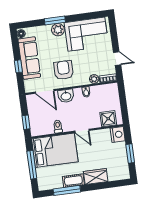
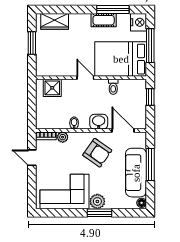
window: (18, 66) -> (150, 164), width x2.17
armchair: (64, 70) -> (97, 153), turned -55
nightstand: (118, 134) -> (138, 22), moved, turned 180
wardrobe: (96, 177) -> (55, 21), moved

